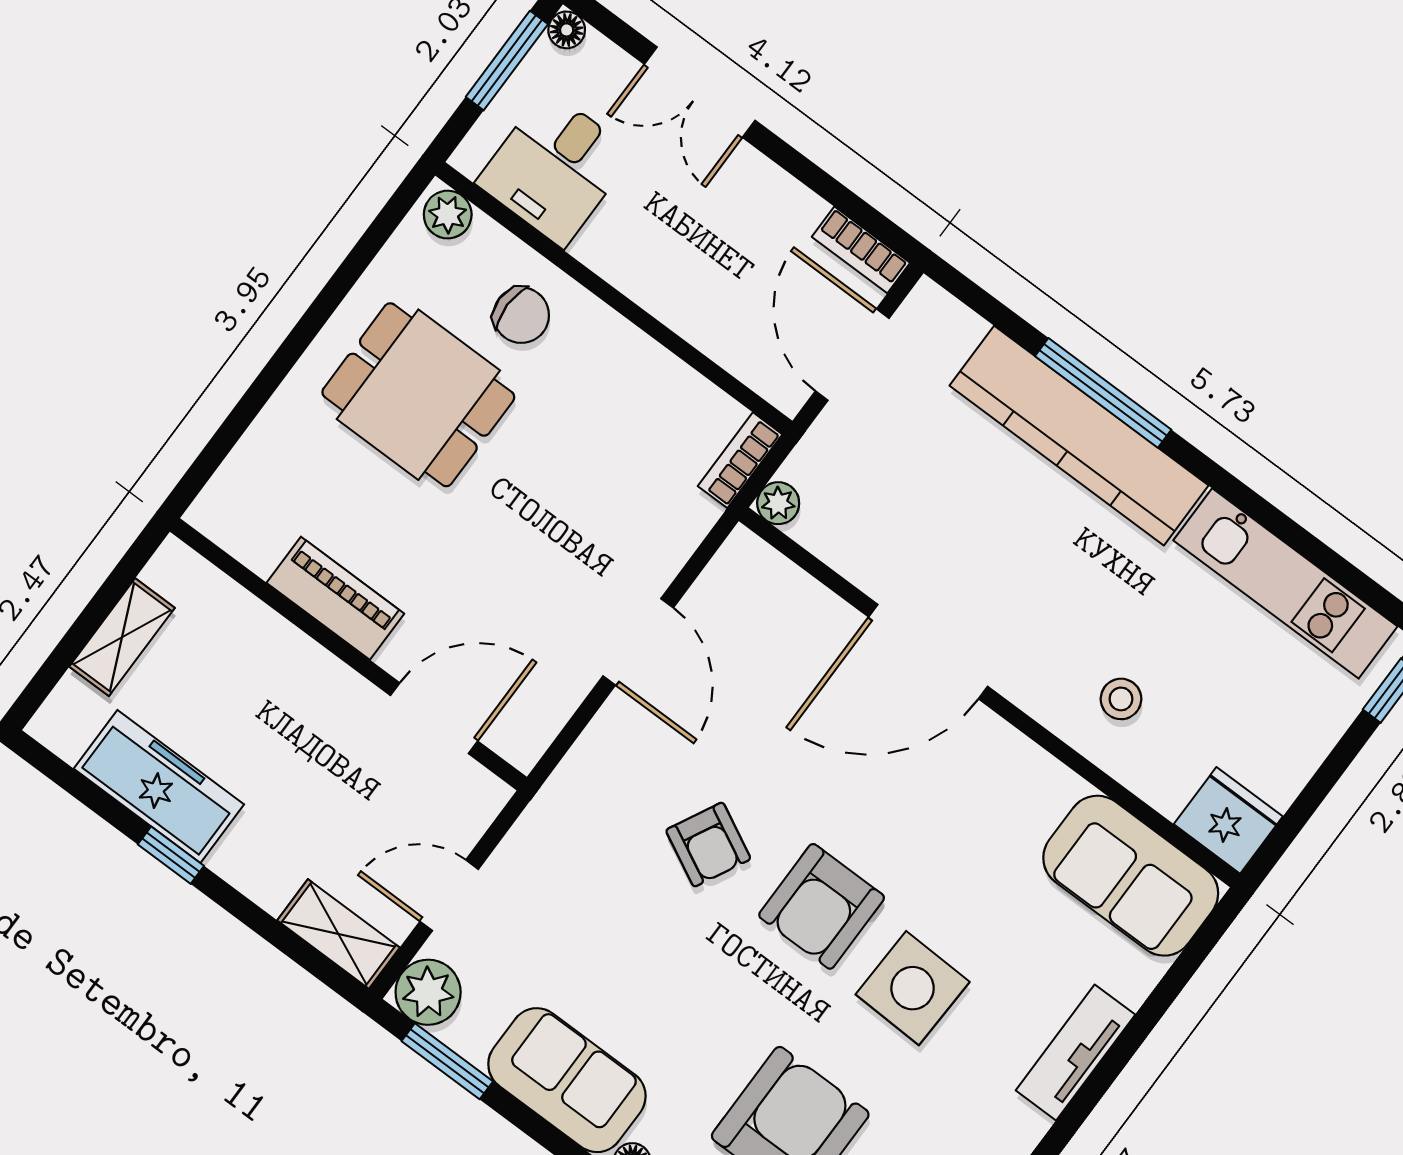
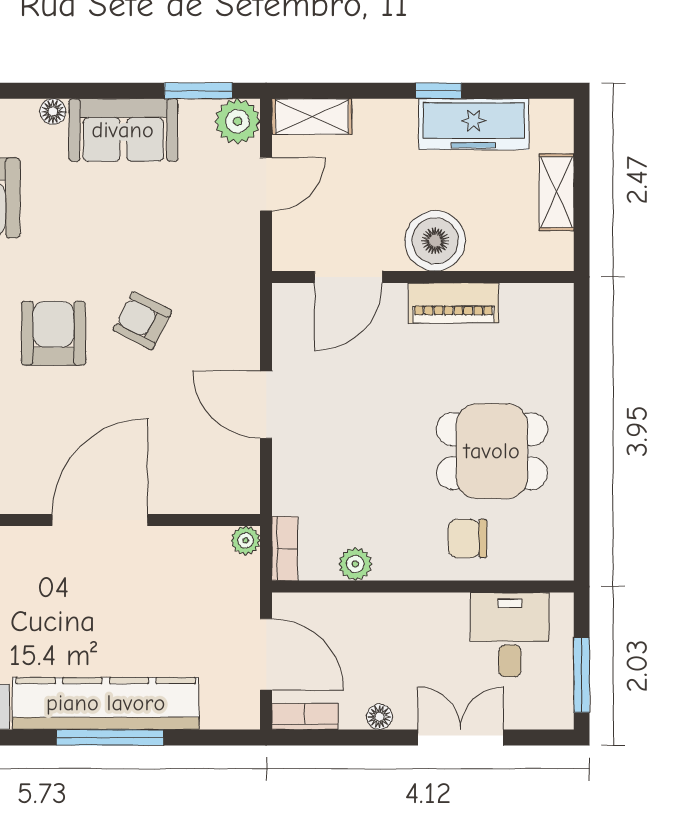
floor lamp: (567, 30) -> (379, 717), moved
plant: (448, 215) -> (355, 564), moved
boiler: (303, 685) -> (435, 241), added

